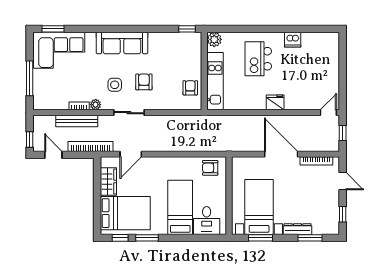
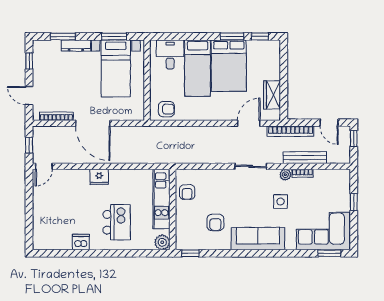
window: (30, 78) -> (354, 202), width x0.46
armchair: (144, 82) -> (215, 222), moved
side table: (115, 85) -> (280, 202), moved
bed: (125, 213) -> (229, 66), moved, turned -90

